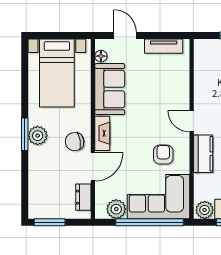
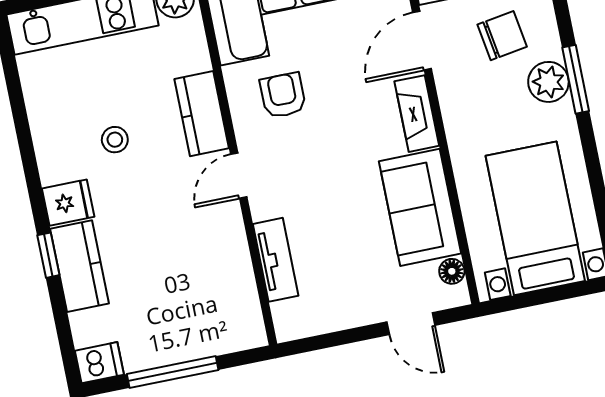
tv unit: (164, 46) -> (276, 260), moved, turned 90
door: (192, 121) -> (239, 176), swing flipped
chair: (75, 142) -> (502, 36), moved
armchair: (163, 155) -> (283, 95), turned 180

